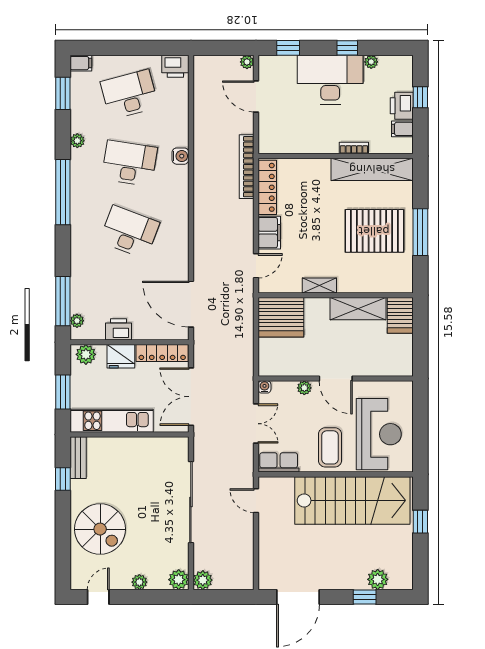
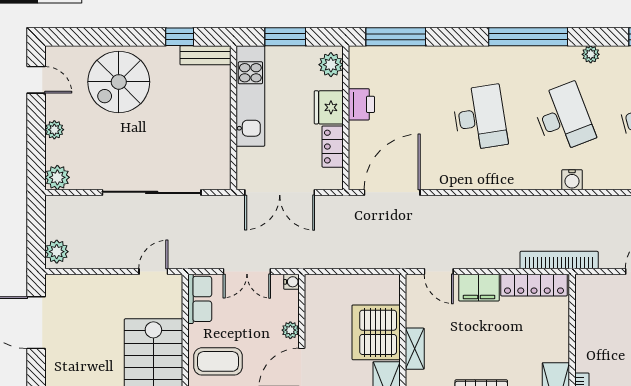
desk: (129, 163) -> (563, 118), turned -30
desk: (129, 232) -> (480, 118), turned -30
server rack: (281, 317) -> (376, 332), moved
plant: (77, 321) -> (372, 54), removed
locker: (162, 353) -> (333, 147), width x0.66
double door: (191, 397) -> (280, 192), swing flipped
plant: (203, 580) -> (57, 252), moved

